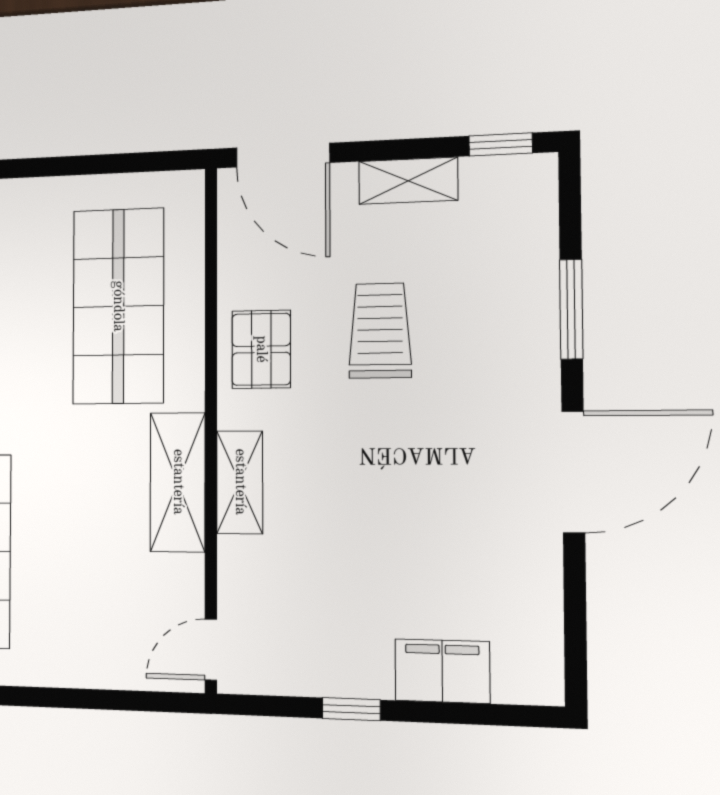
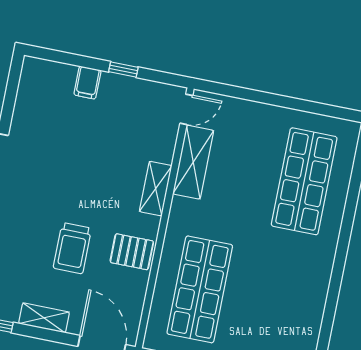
pallet: (261, 349) -> (132, 252), turned 90
shelving: (178, 482) -> (193, 162), moved
filing cabinet: (442, 671) -> (87, 83), width x0.50

